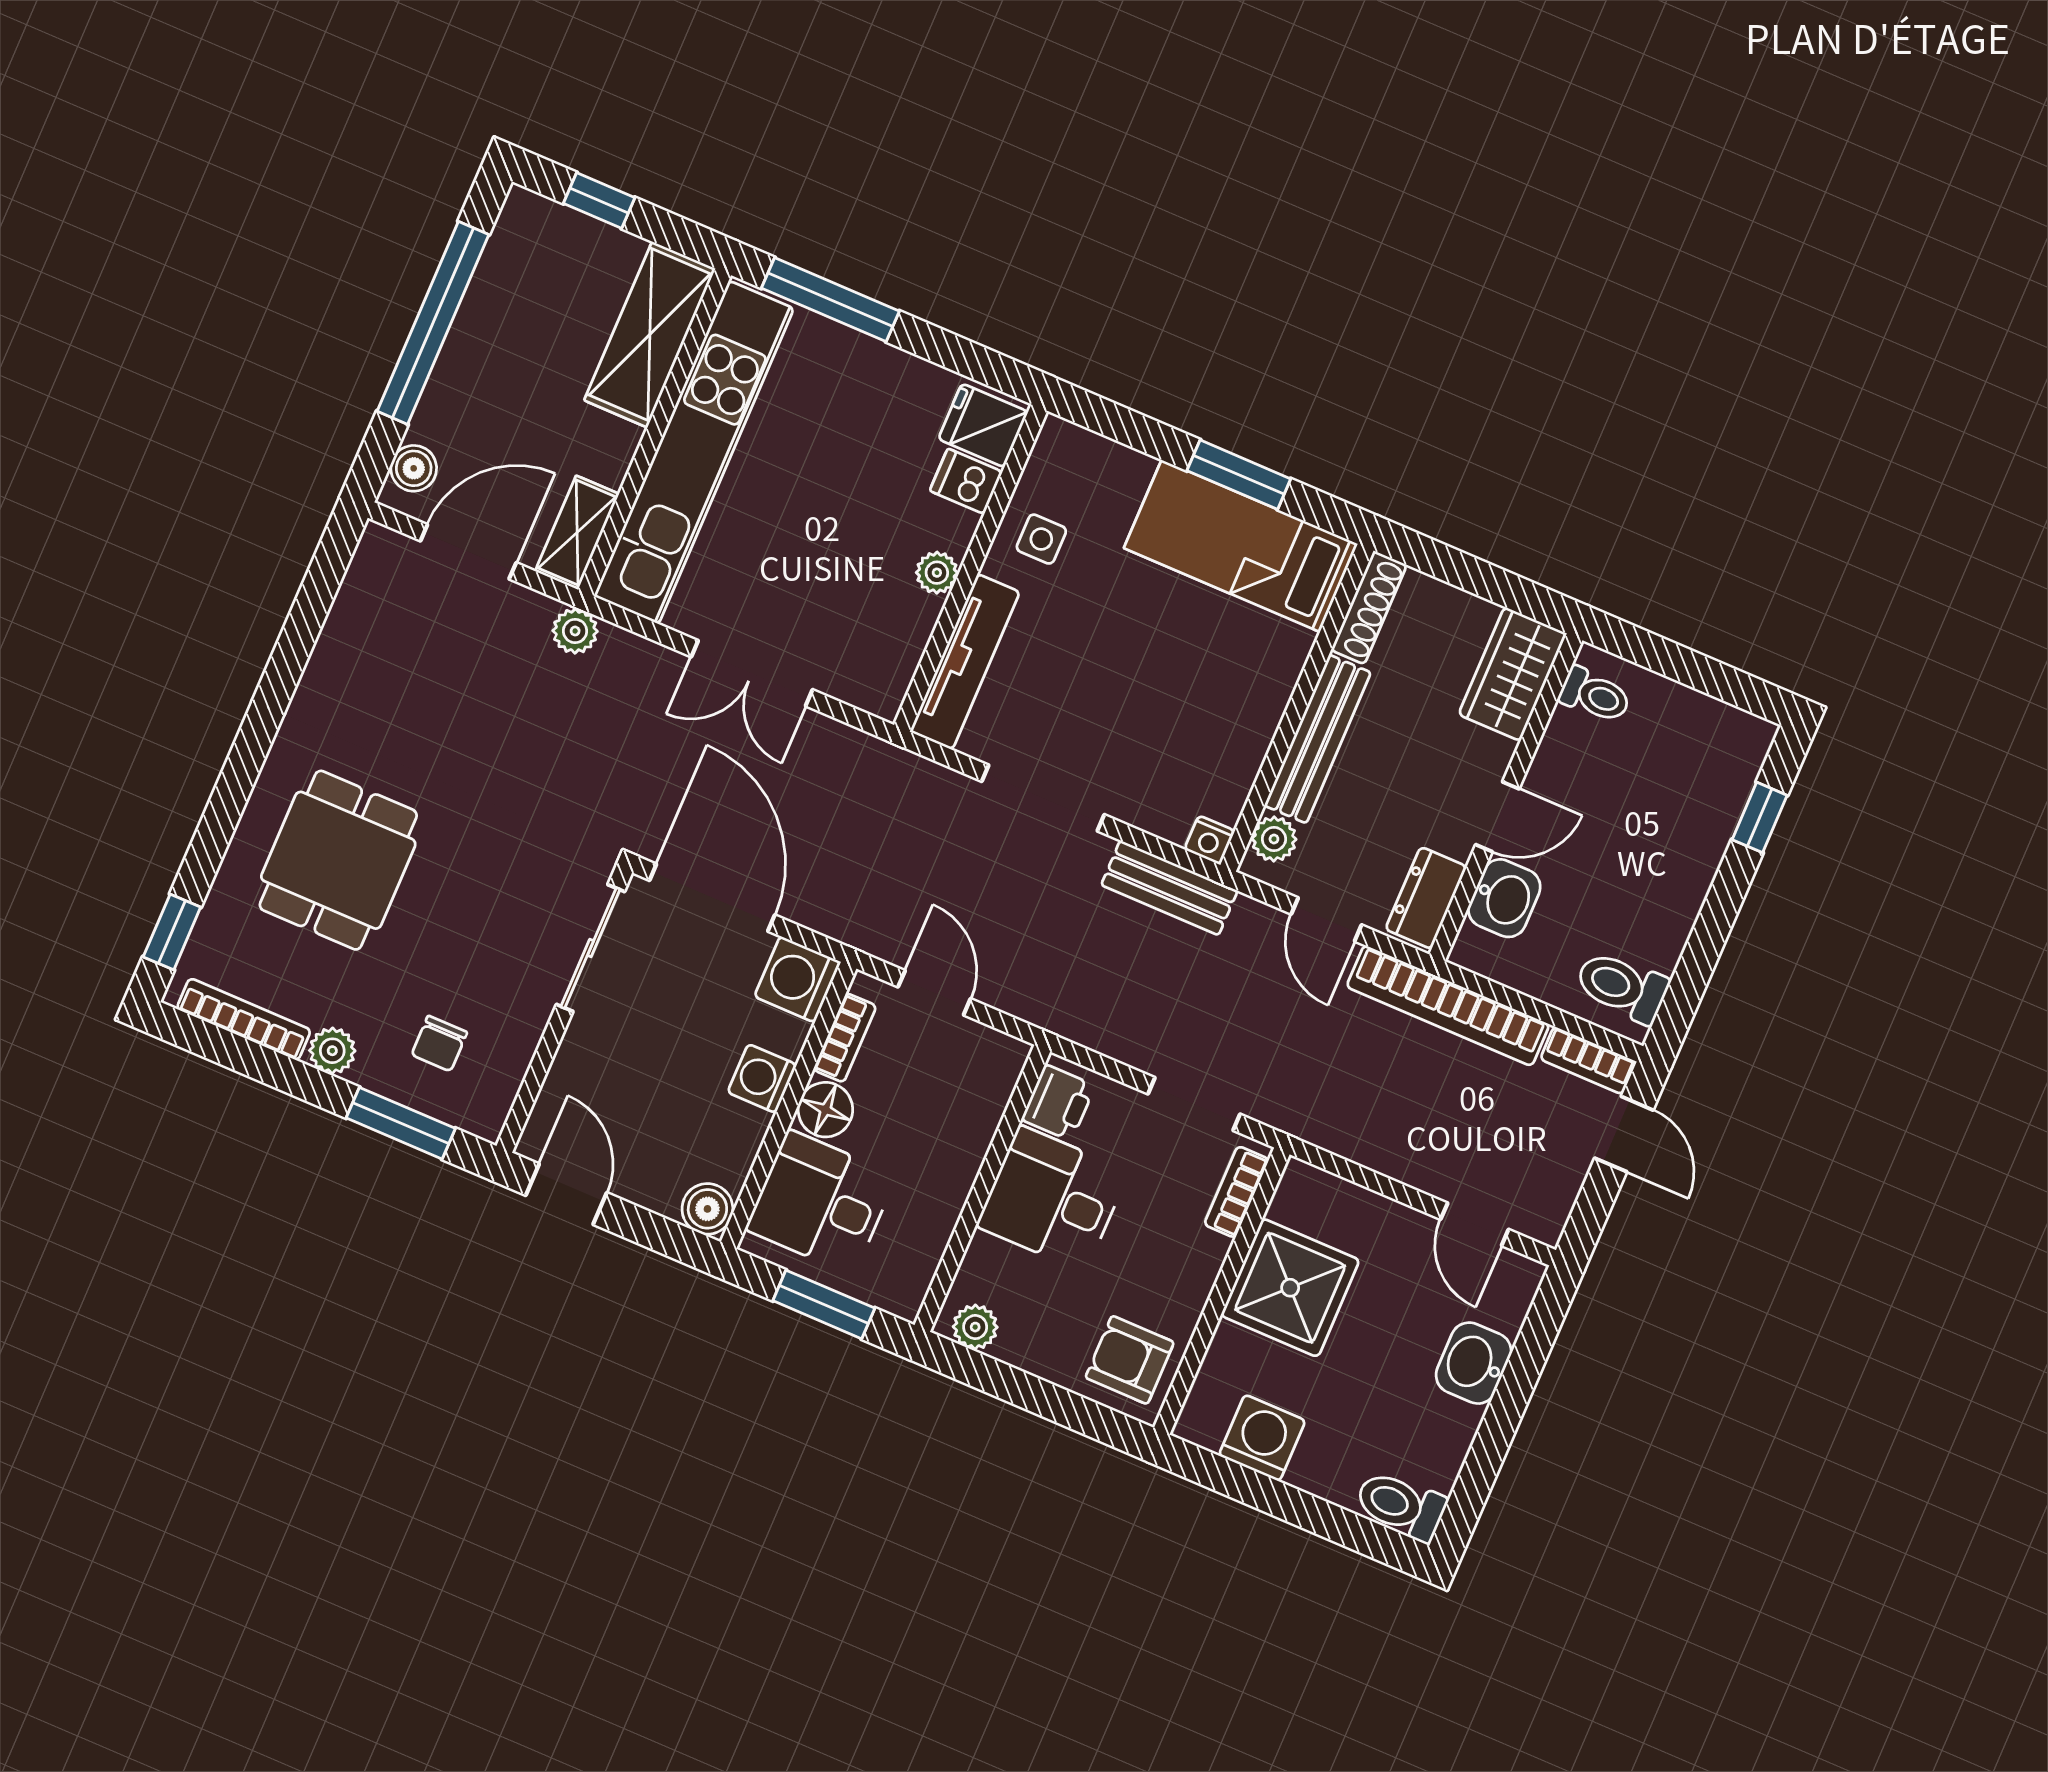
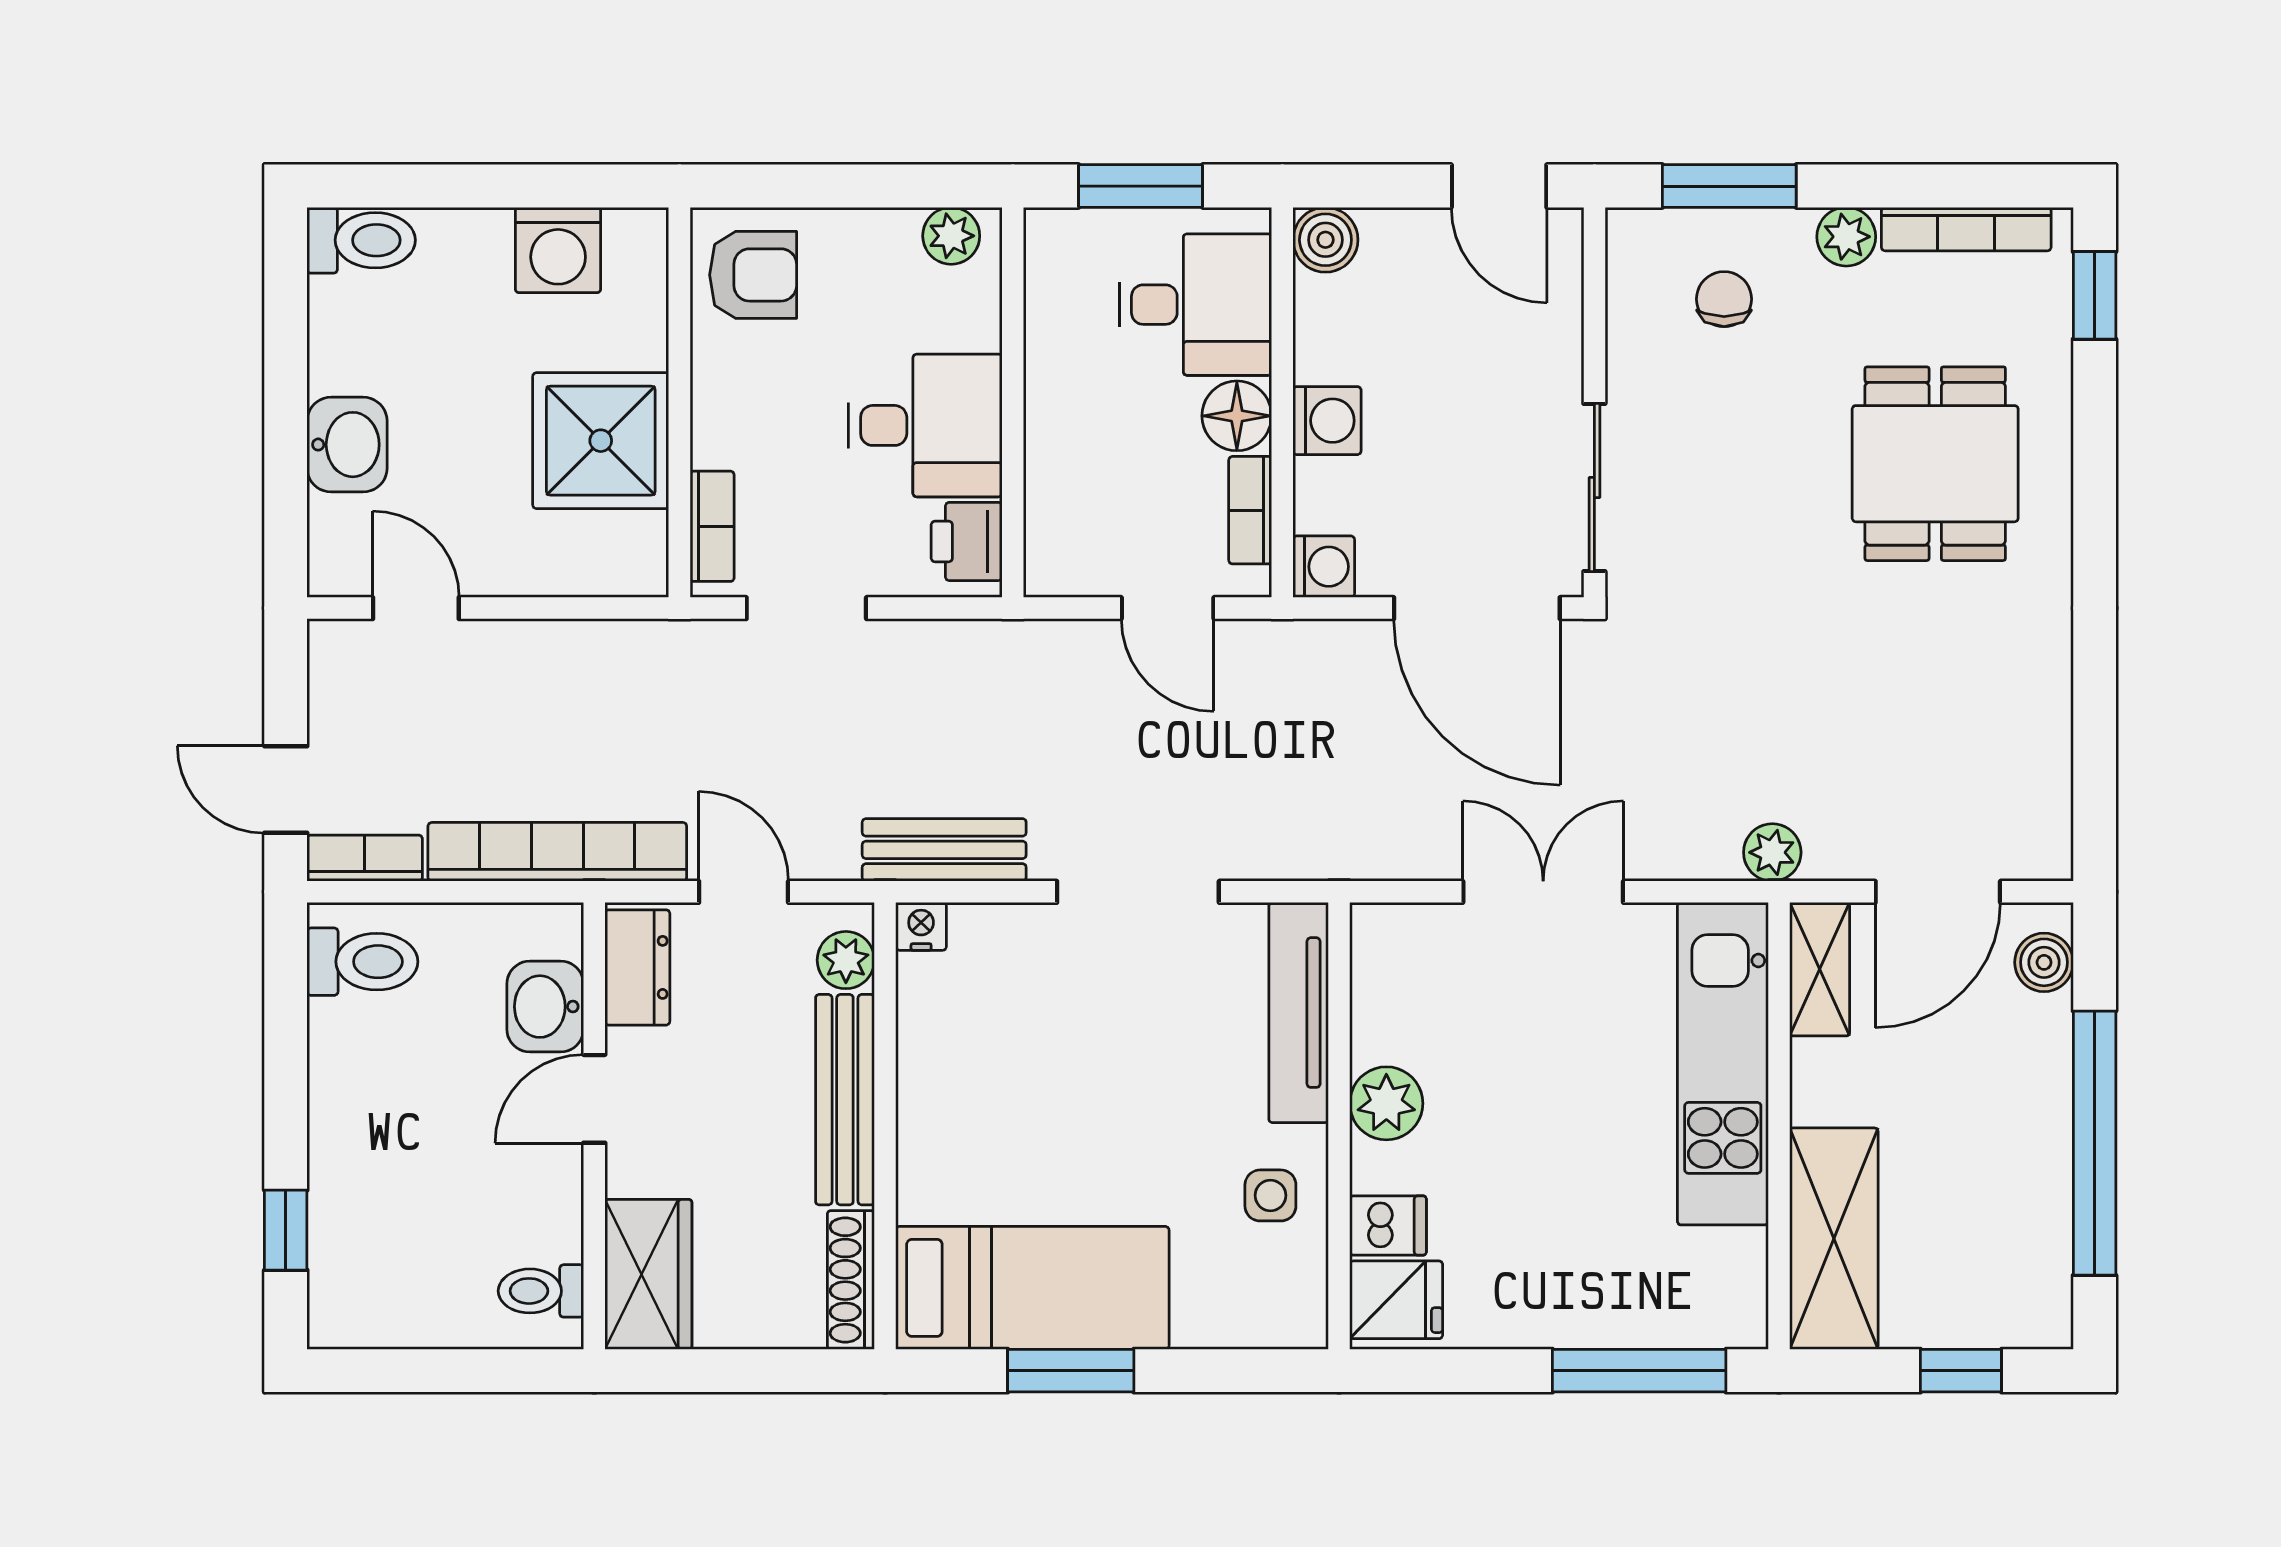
kitchen unit: (694, 452) -> (1723, 1064), width x0.73
plant: (937, 573) -> (1386, 1103), width x1.38, depth x1.38
washing machine: (797, 979) -> (1324, 567), width x0.73, depth x0.73

